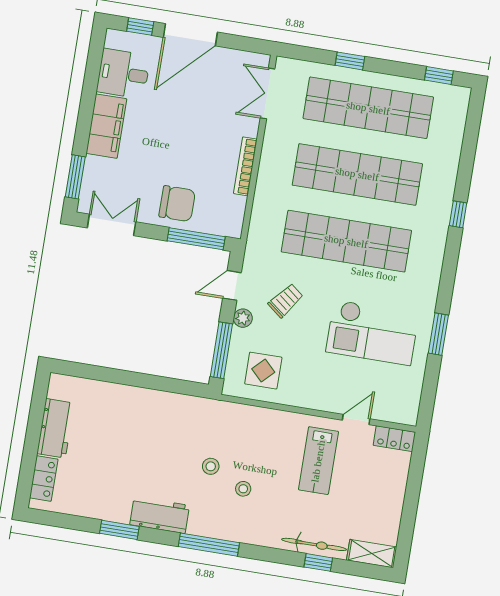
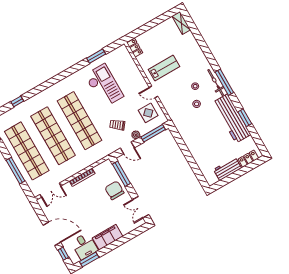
window: (350, 61) -> (16, 171), width x2.17
window: (75, 177) -> (89, 259), moved
window: (458, 214) -> (17, 101), moved
window: (438, 334) -> (96, 56), moved
door: (356, 420) -> (153, 92), moved
workbench: (160, 515) -> (232, 119), width x1.88, depth x1.32
bicycle: (314, 544) -> (216, 83), moved
window: (318, 562) -> (200, 39), removed

